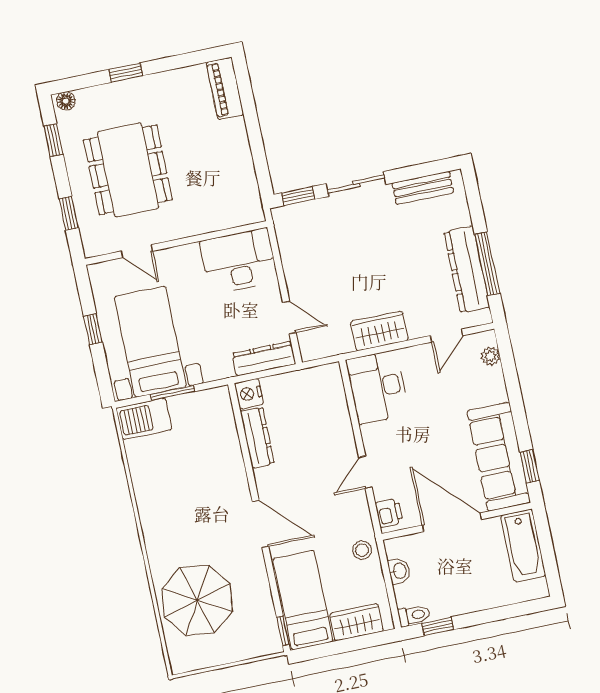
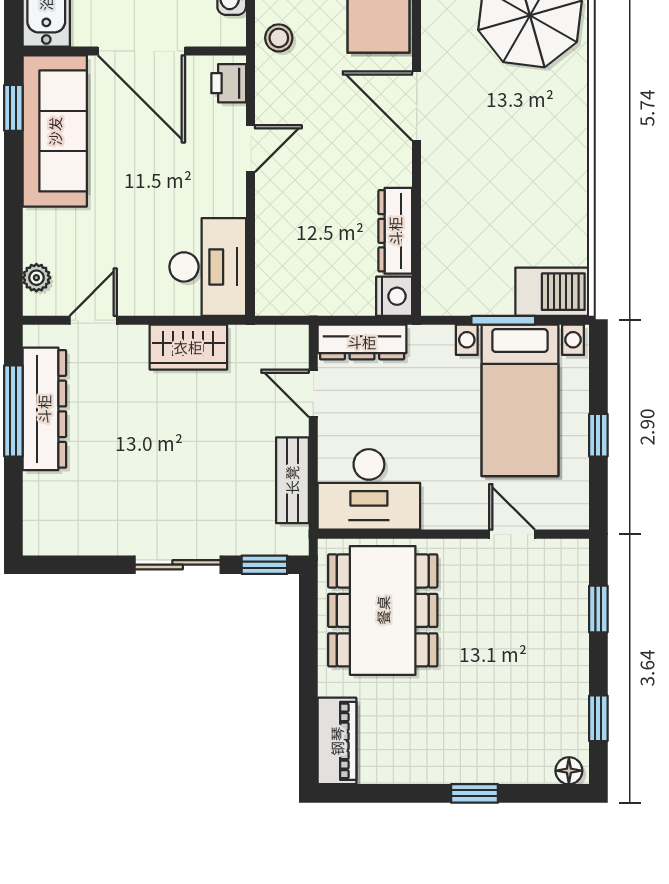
dining table: (128, 170) -> (383, 610), moved
bench: (423, 188) -> (292, 480), moved, turned 90

